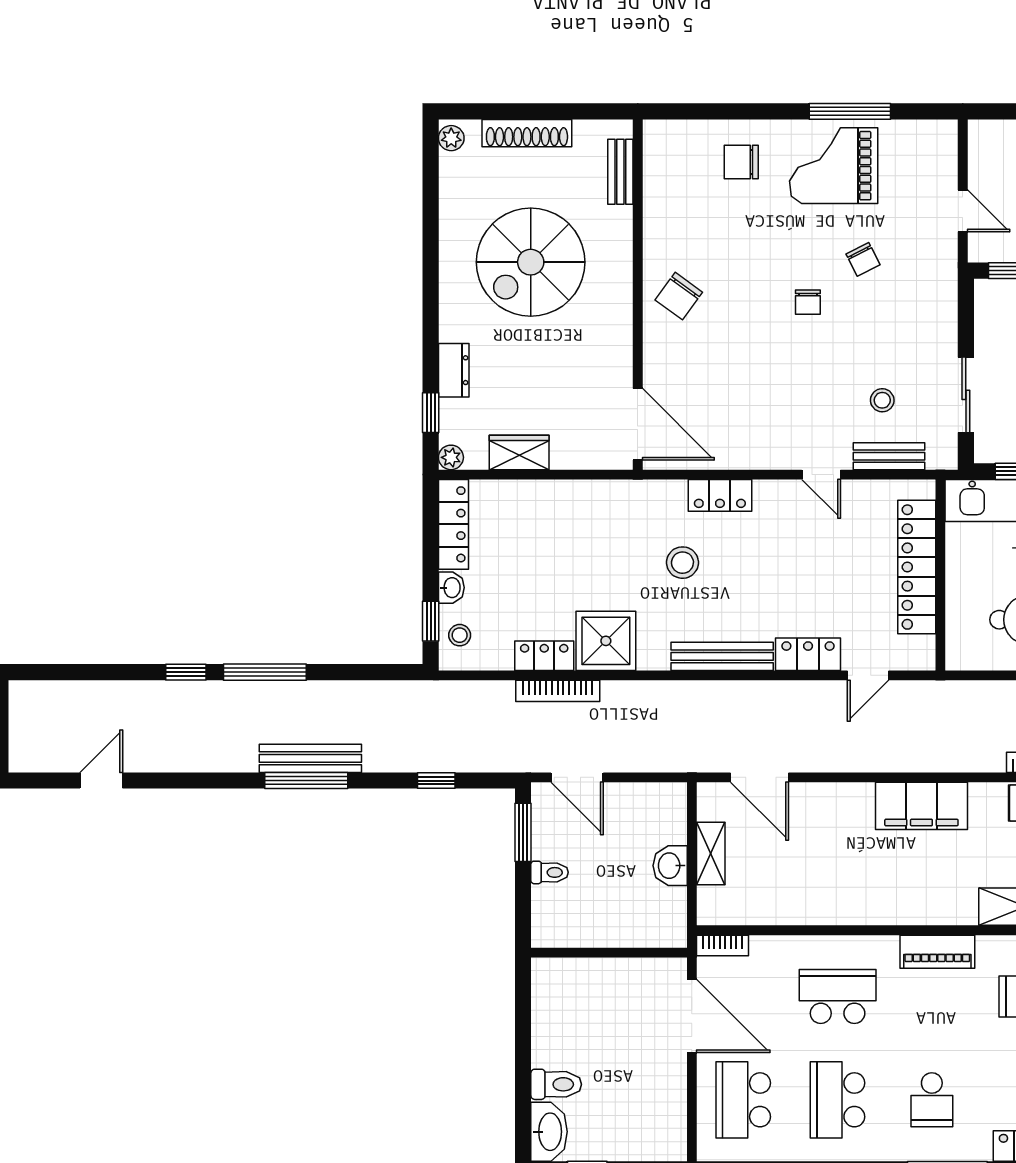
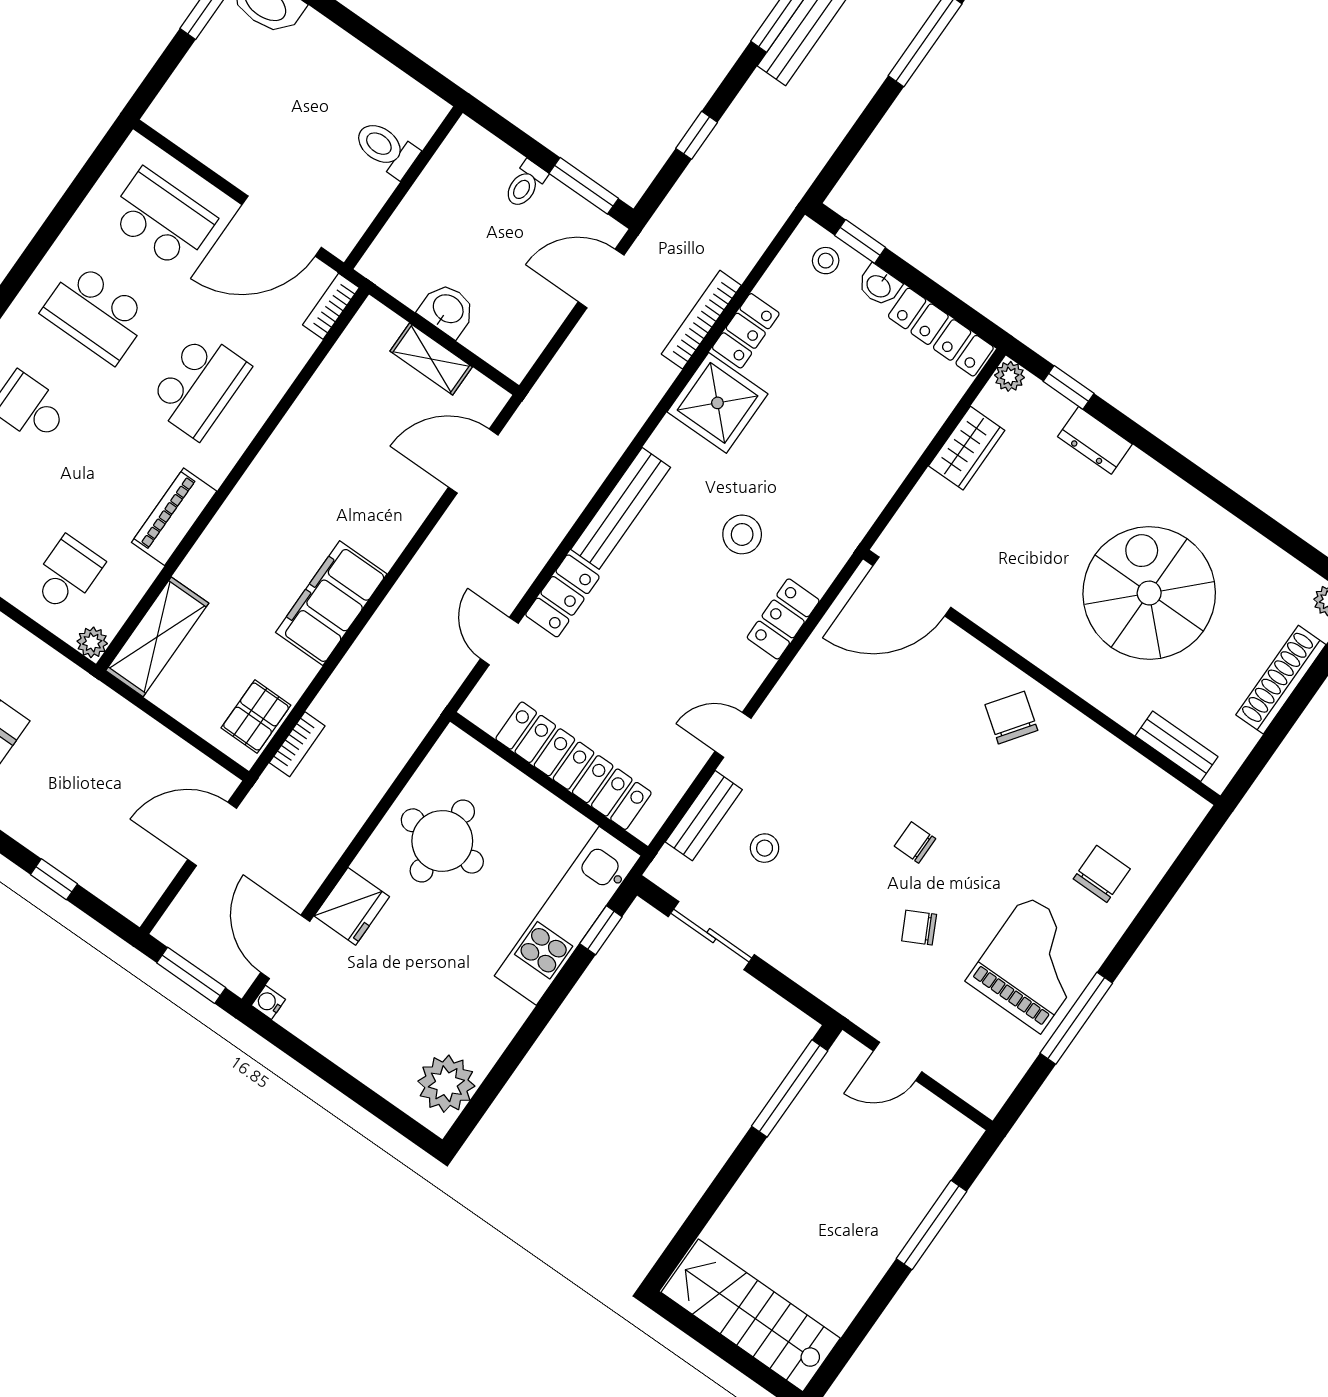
toilet: (556, 1084) -> (386, 149), moved, turned 90
school desk: (838, 1100) -> (96, 313), turned 180

